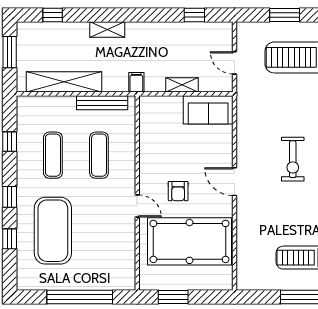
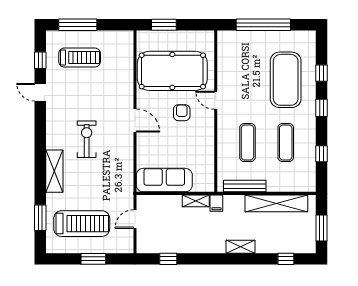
door: (235, 63) -> (135, 219), swing flipped
shelving: (182, 85) -> (196, 201), moved
sofa: (208, 110) -> (164, 180), width x1.36
window: (173, 297) -> (164, 25), moved

